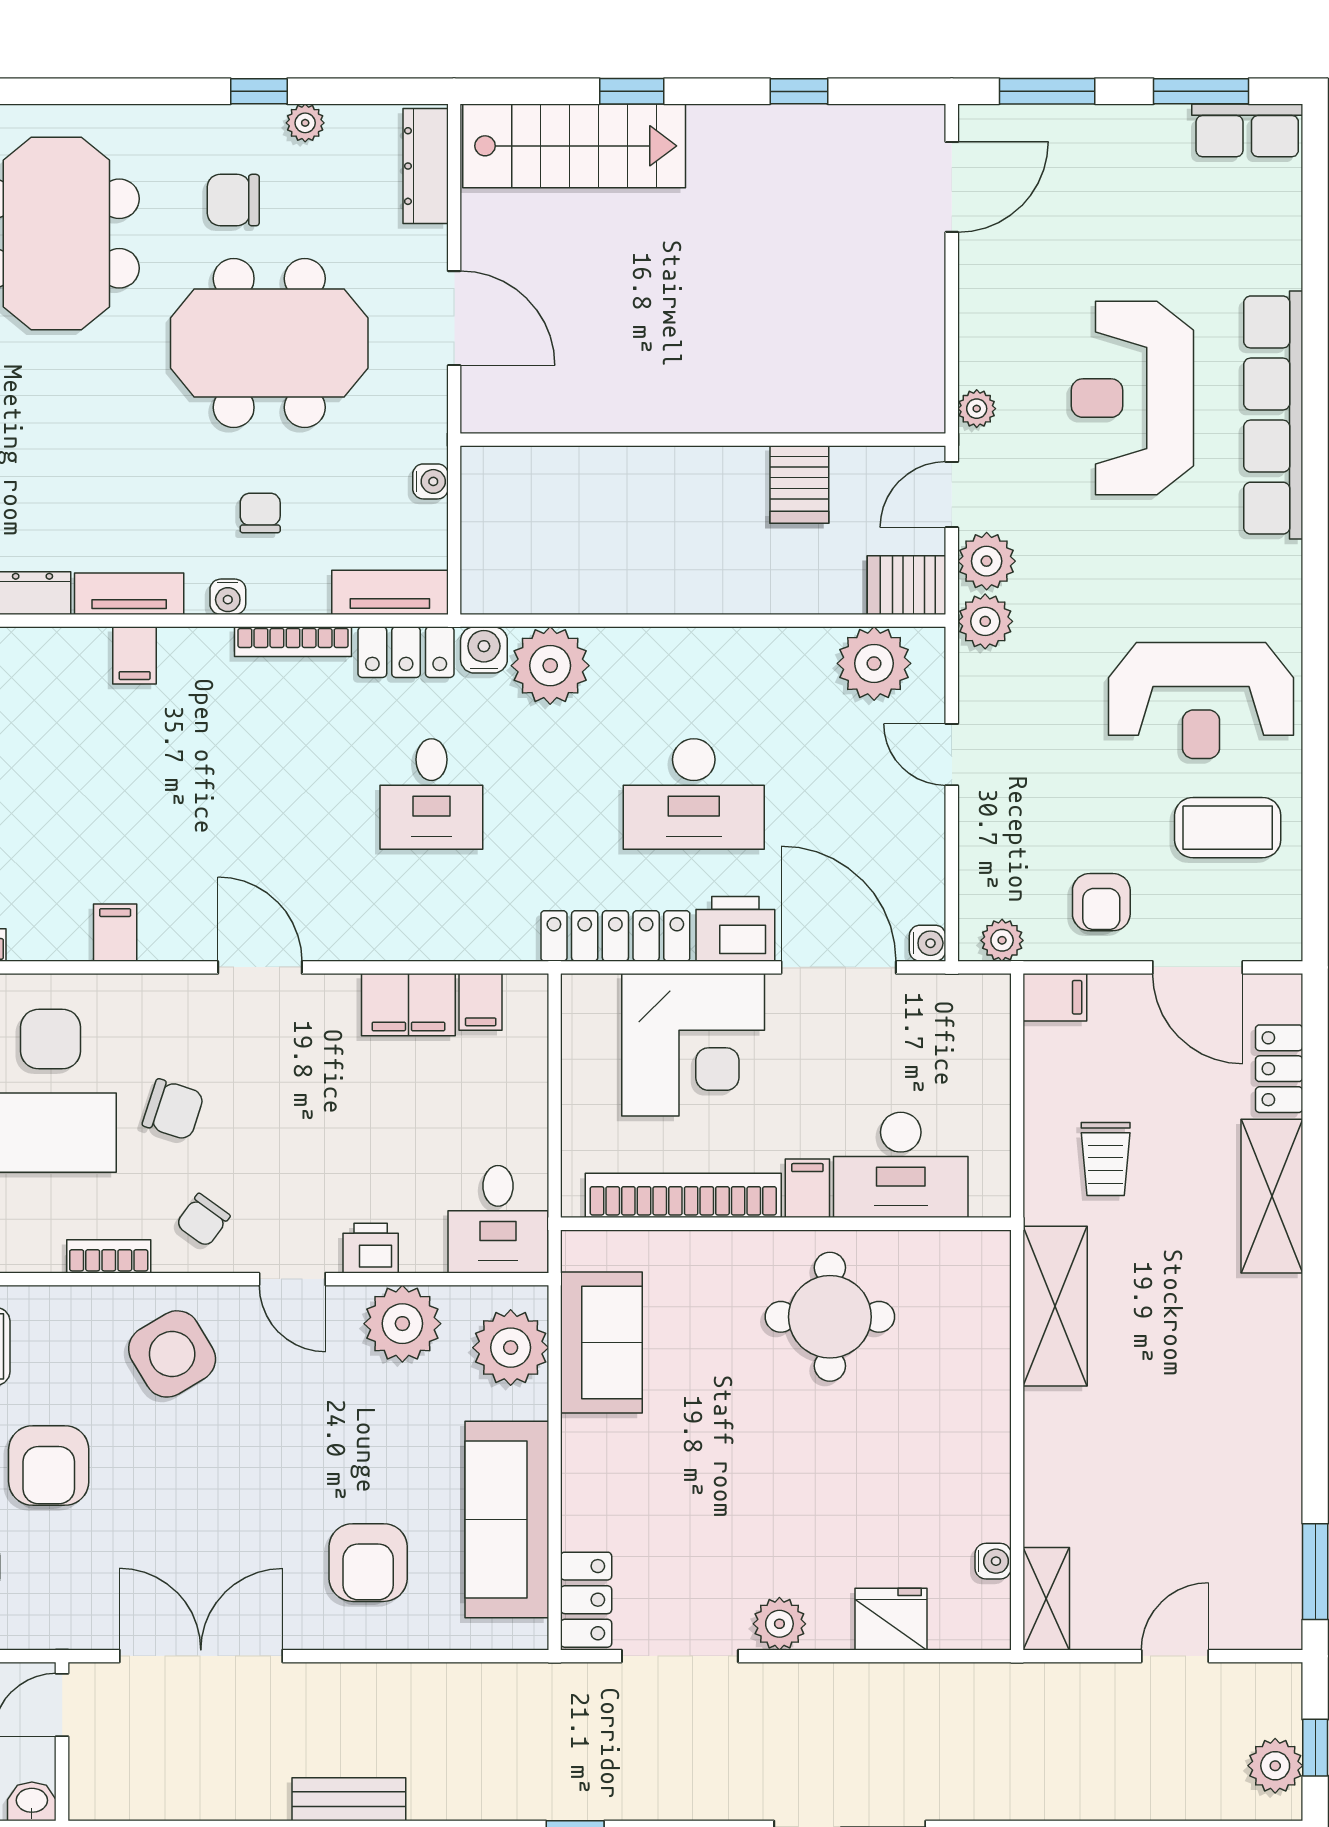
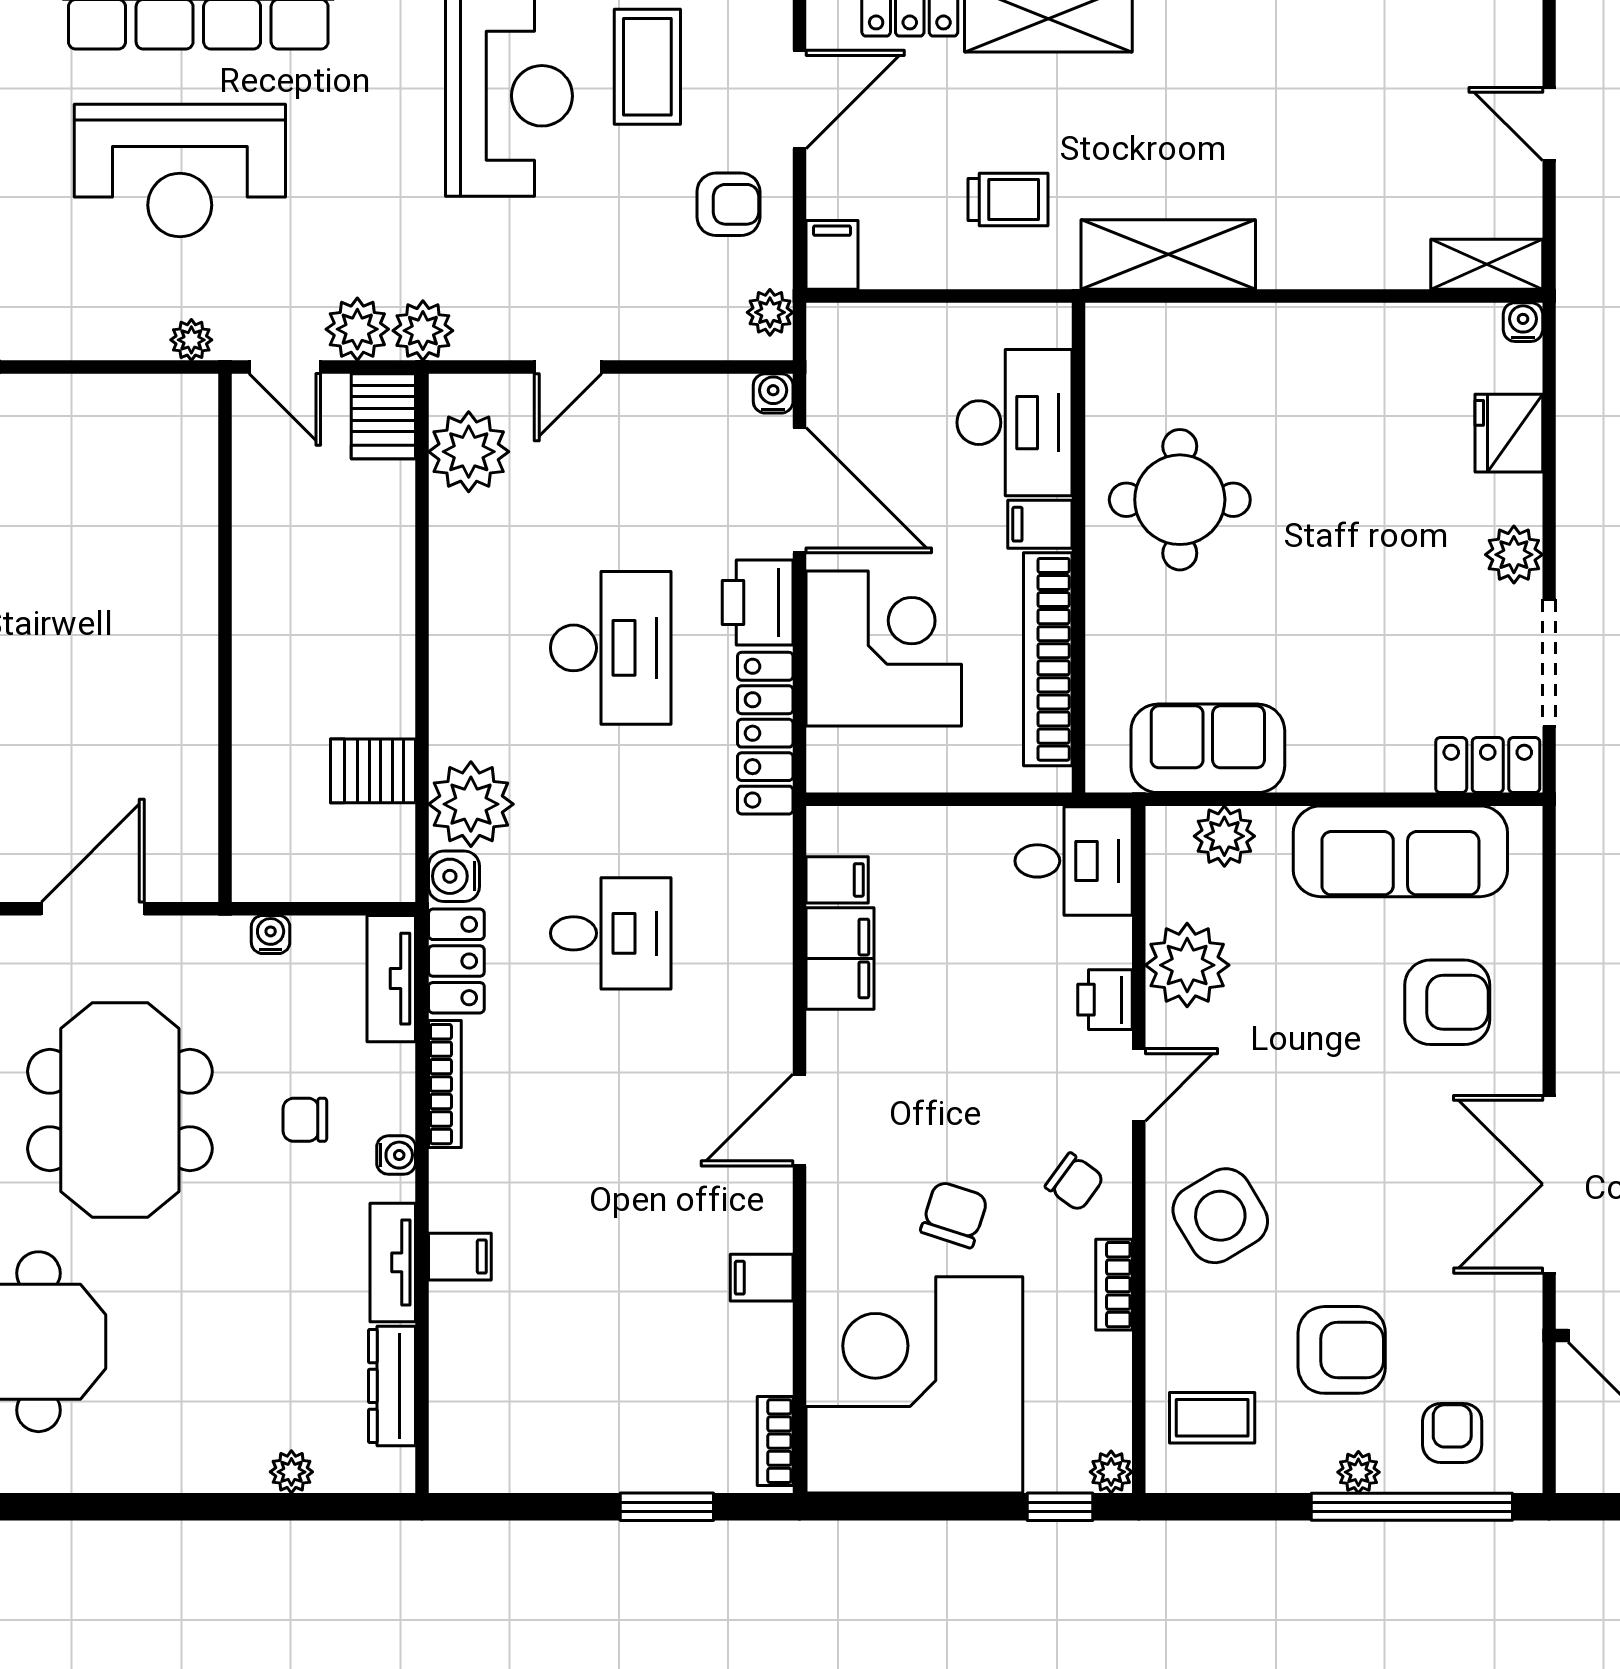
server rack: (799, 485) -> (373, 771), moved, turned 180
door: (839, 967) -> (800, 490), swing flipped
plant: (511, 1348) -> (1224, 836), width x0.73, depth x0.73
water cooler: (993, 1561) -> (1523, 322), moved

